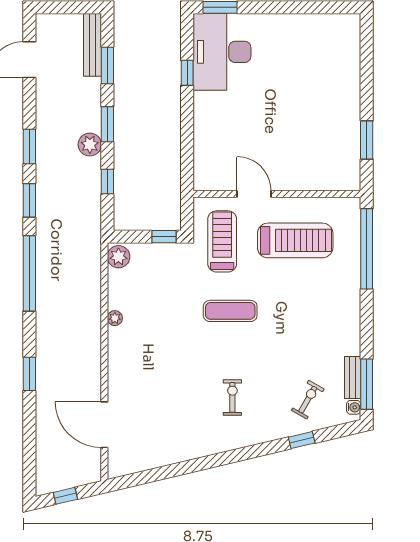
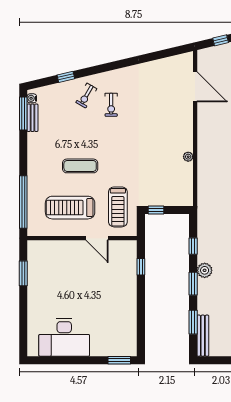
desk: (222, 52) -> (64, 337), moved, turned 90
window: (187, 73) -> (141, 267), moved
plant: (118, 257) -> (186, 197), removed
exercise mat: (230, 311) -> (80, 166), moved
exercise bike: (308, 400) -> (86, 96), moved

